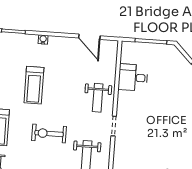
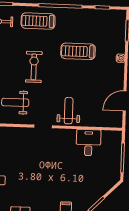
weight bench: (98, 98) -> (69, 111), turned 90

